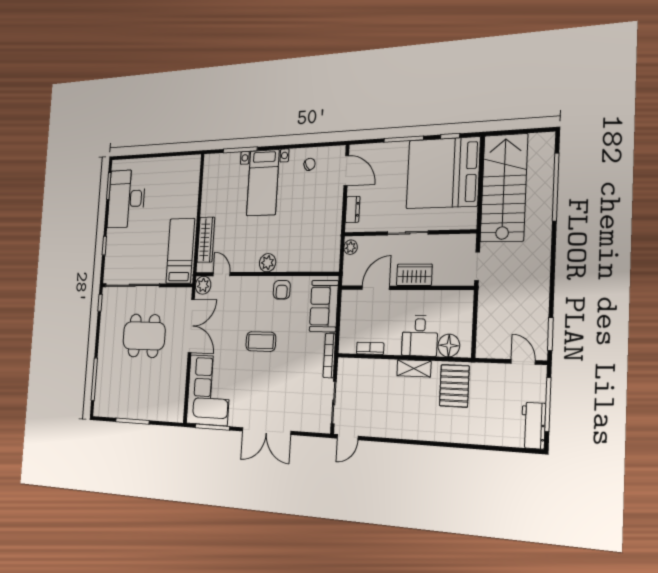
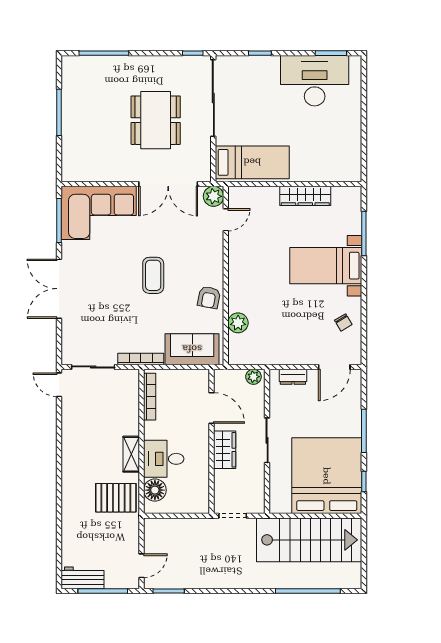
wardrobe: (206, 240) -> (305, 196), moved
plant: (268, 263) -> (238, 323), moved
armchair: (282, 290) -> (209, 297), turned -79
bookcase: (370, 348) -> (150, 397), width x1.56

